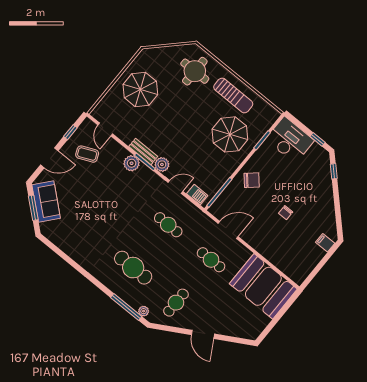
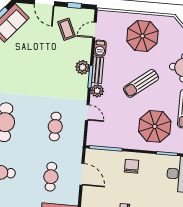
sun lounger: (182, 120) -> (141, 83), added
chair: (252, 180) -> (132, 166), turned -139
barbecue: (197, 195) -> (100, 48), moved

